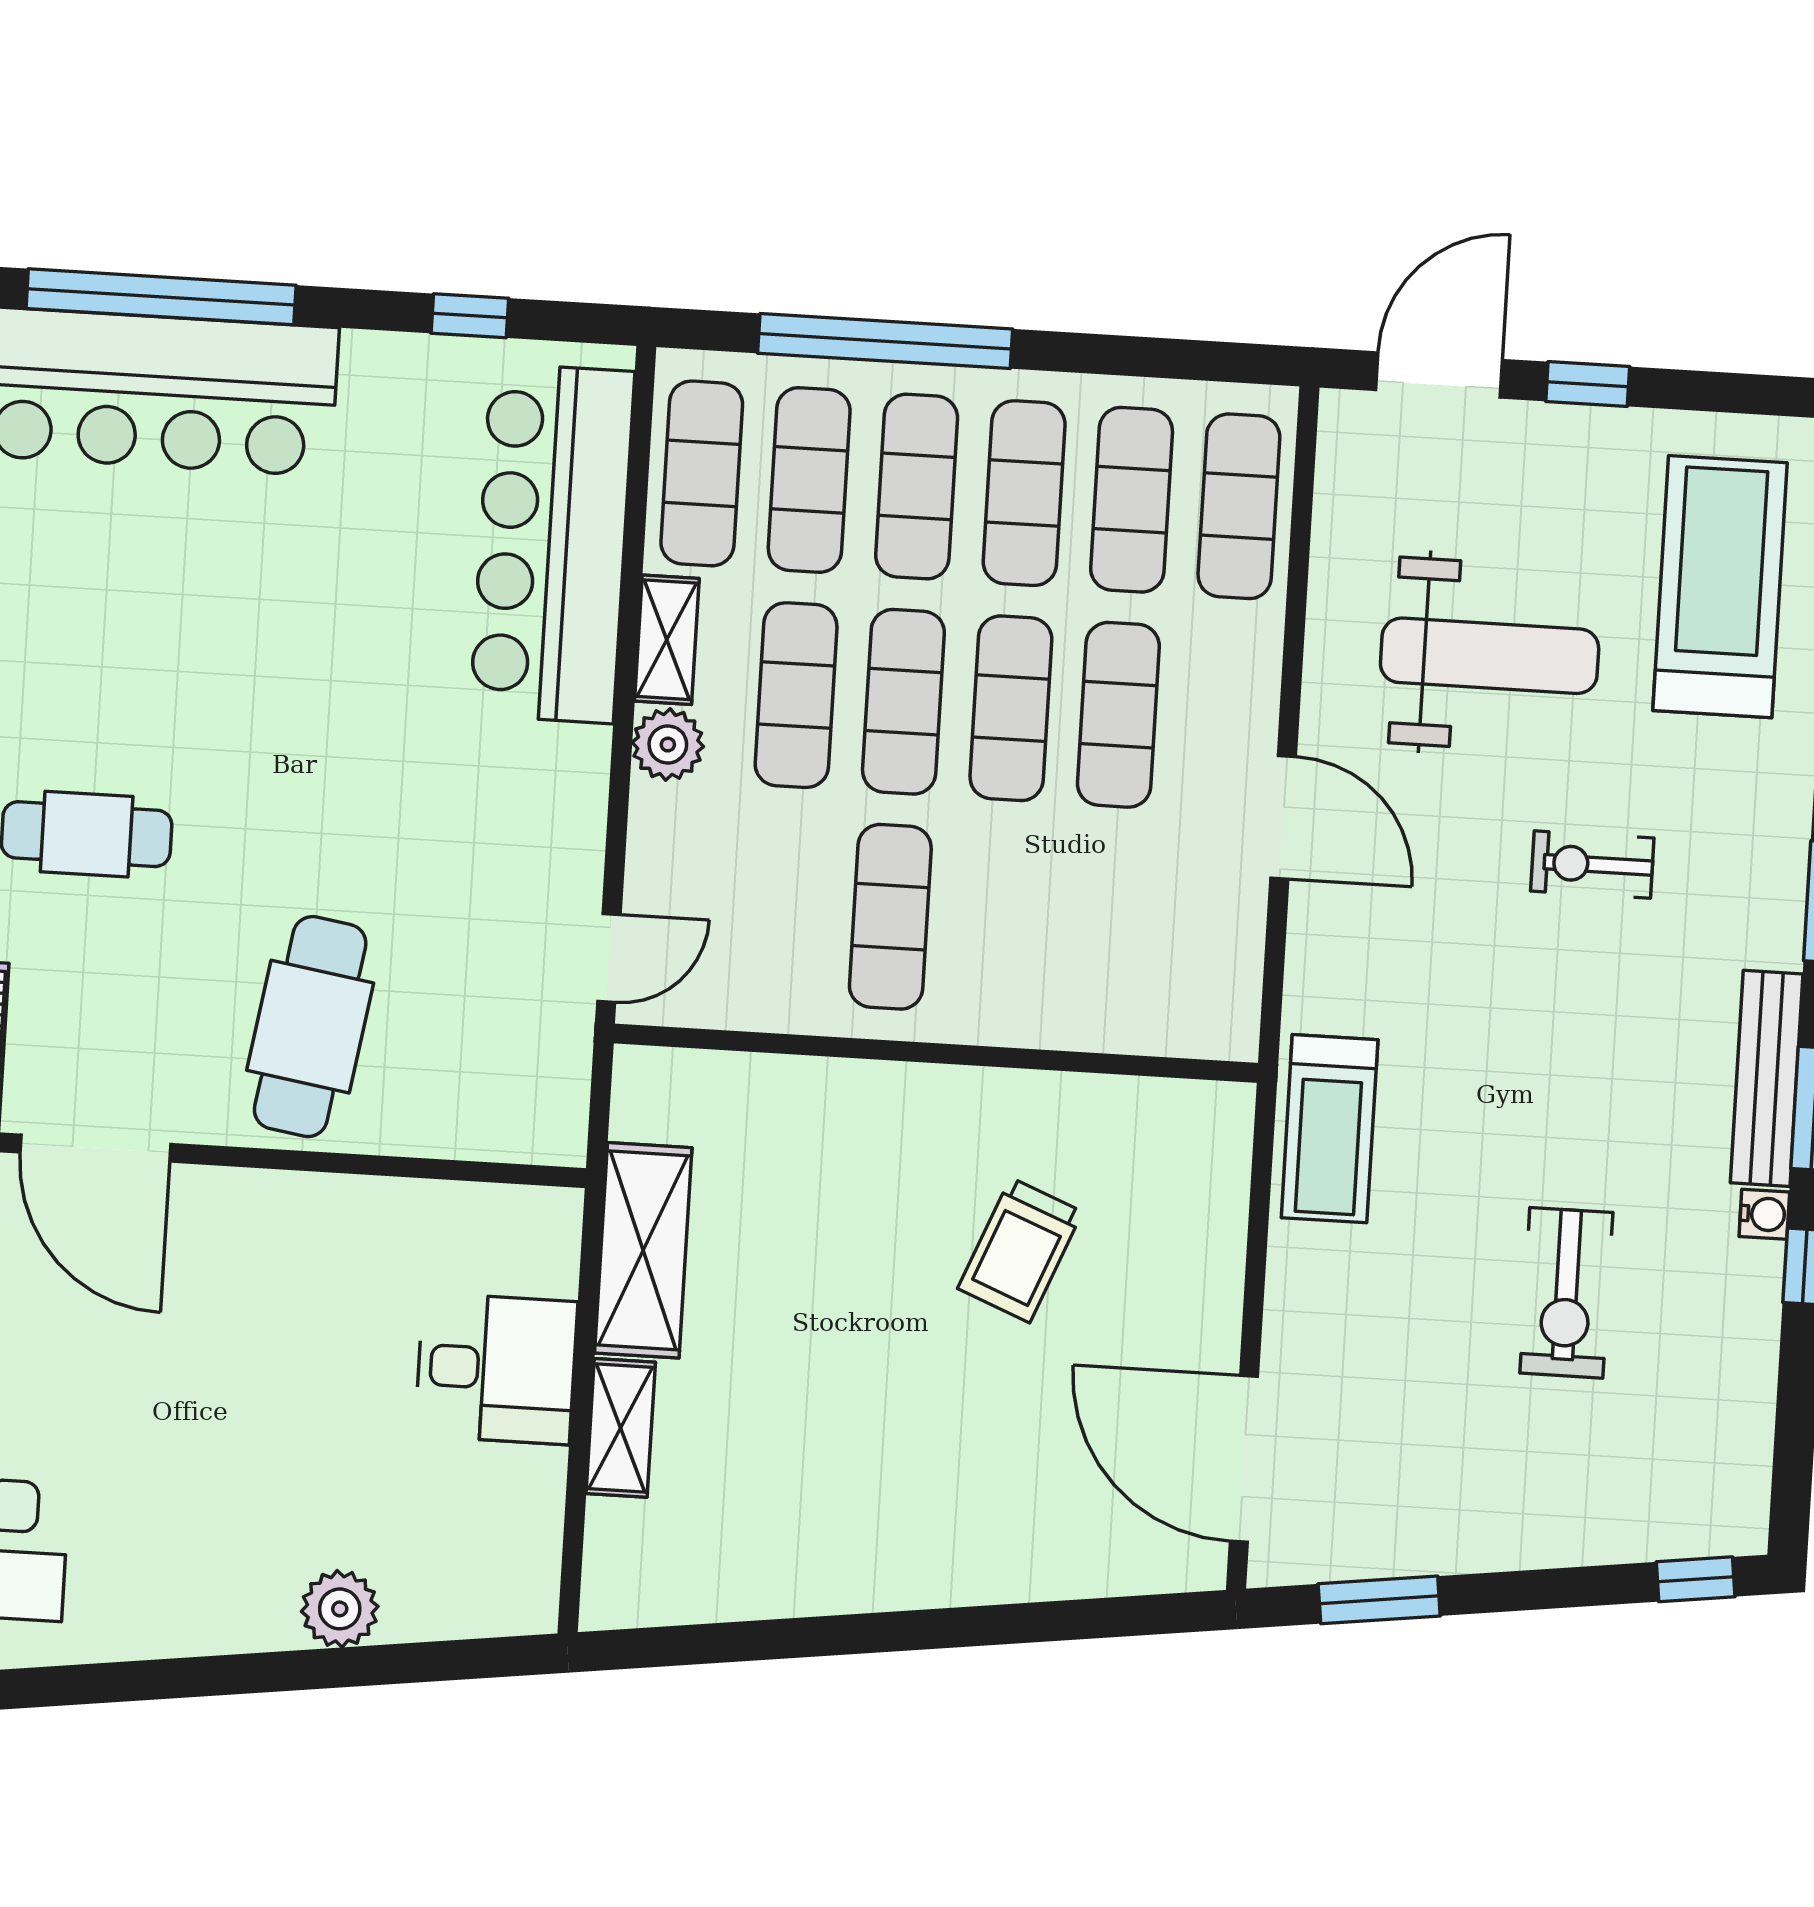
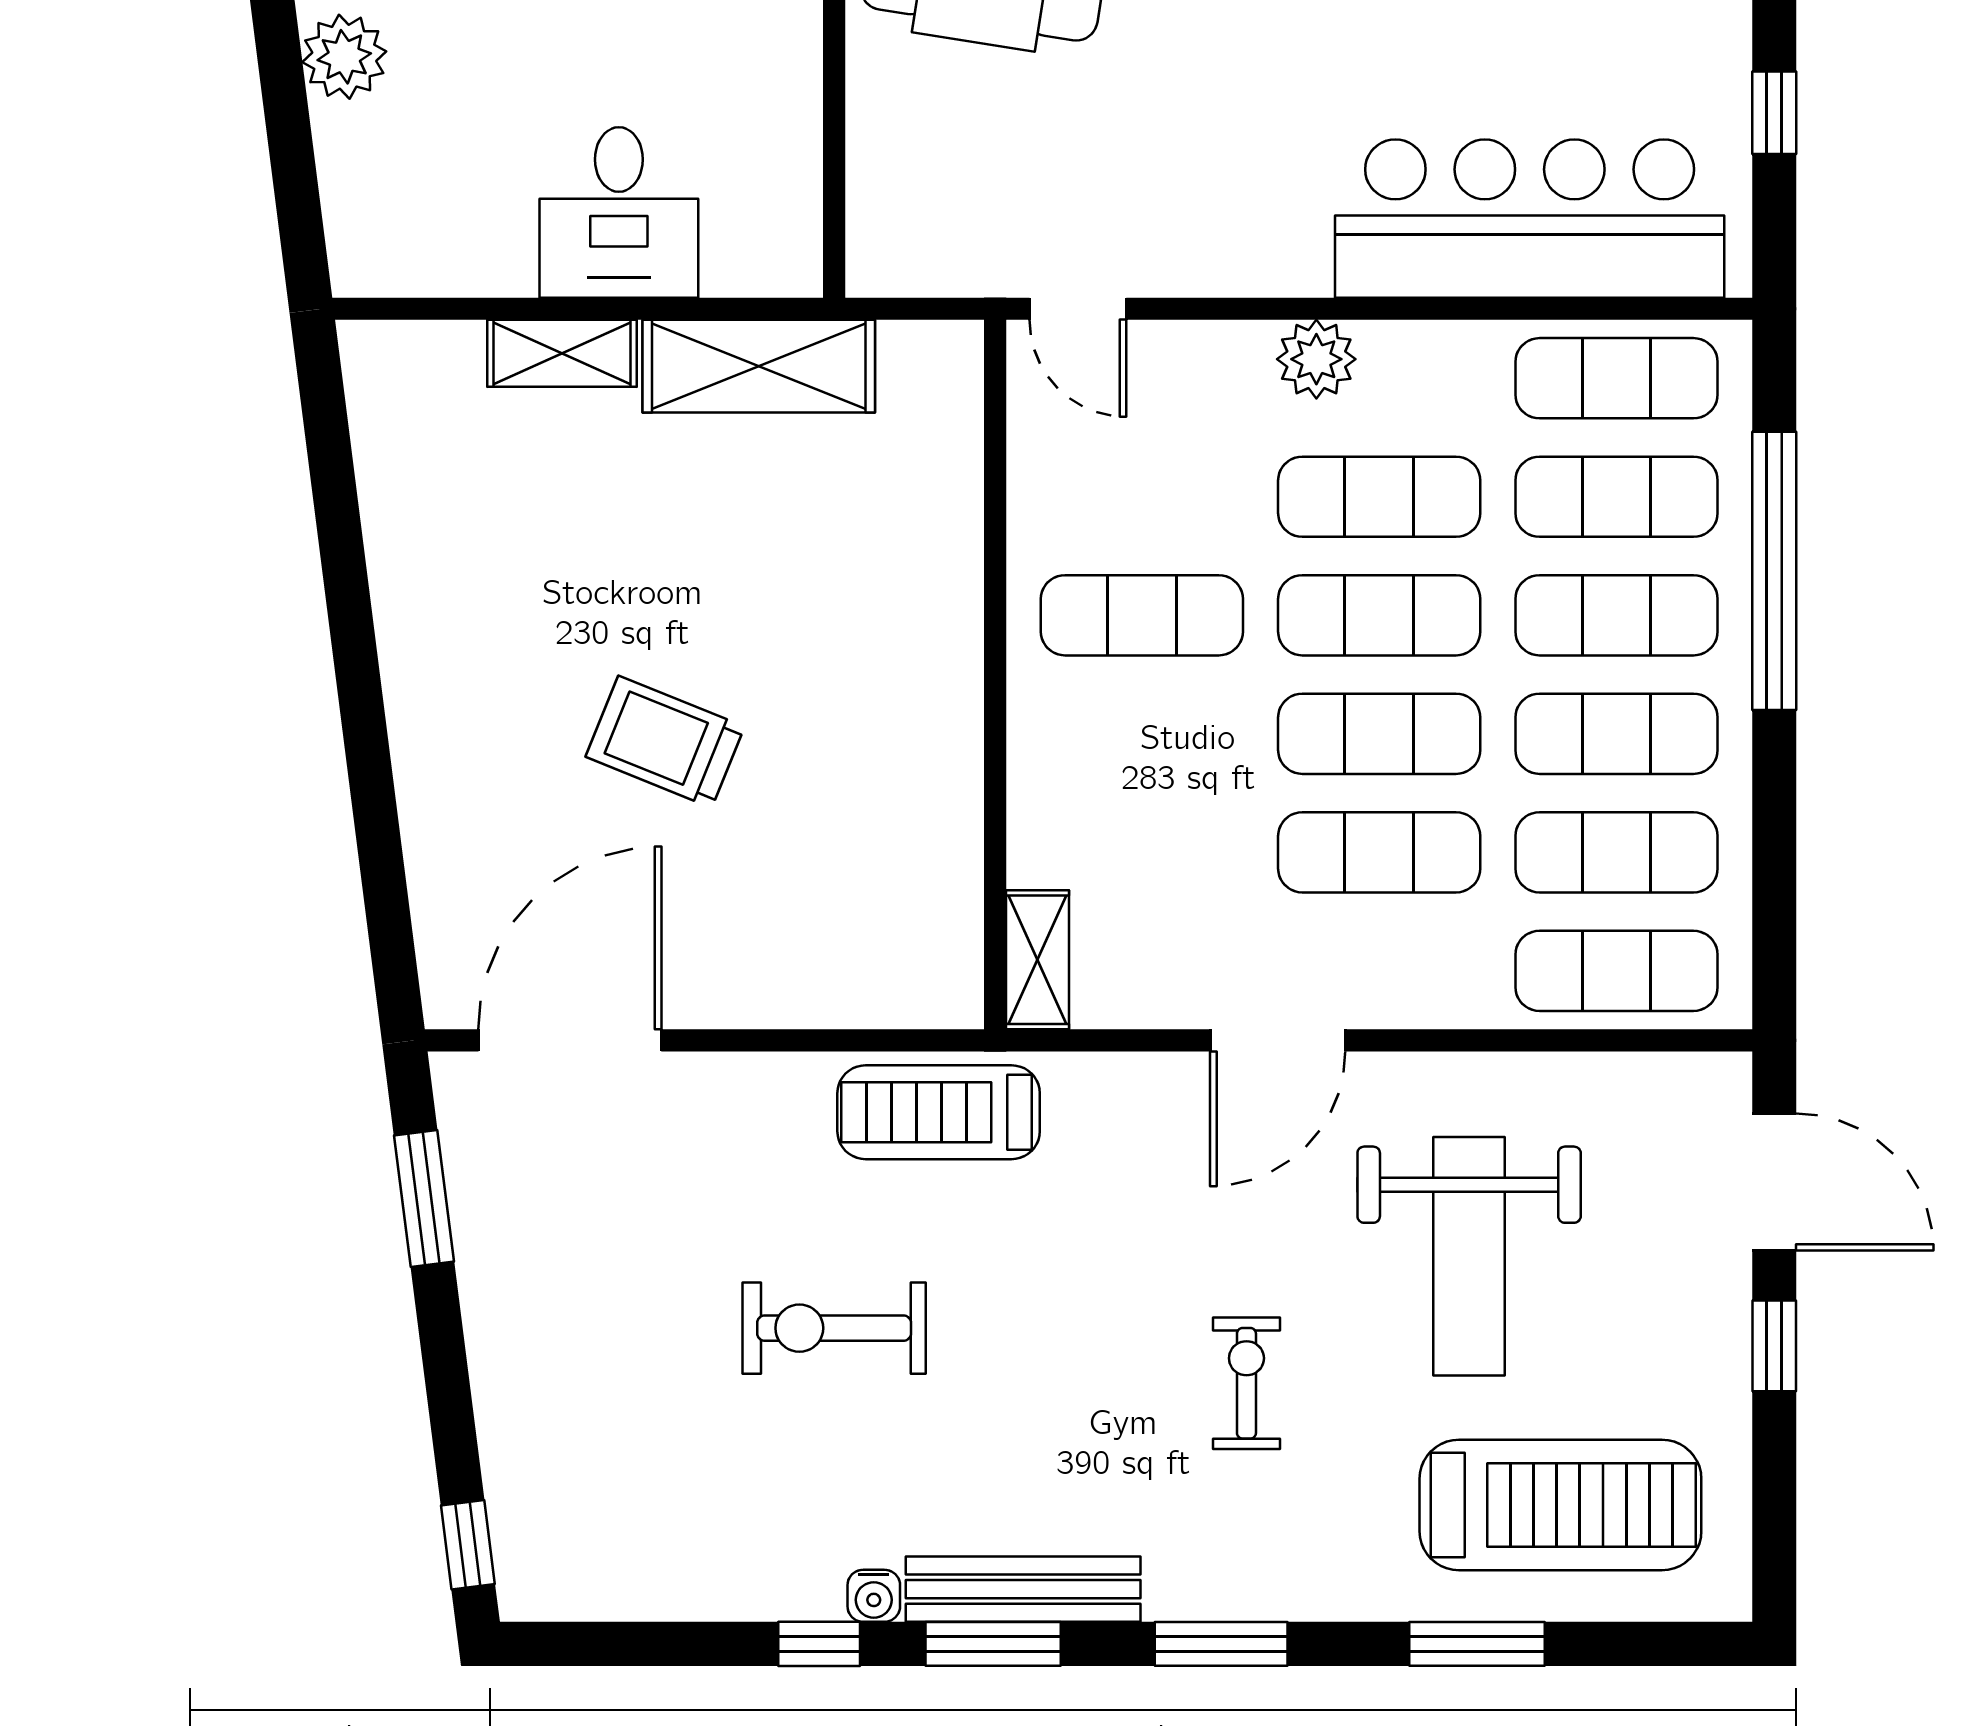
shelving: (667, 640) -> (1037, 960), moved, turned 90
trolley: (1020, 1250) -> (665, 742), moved
exercise bike: (1566, 1293) -> (834, 1328), moved

